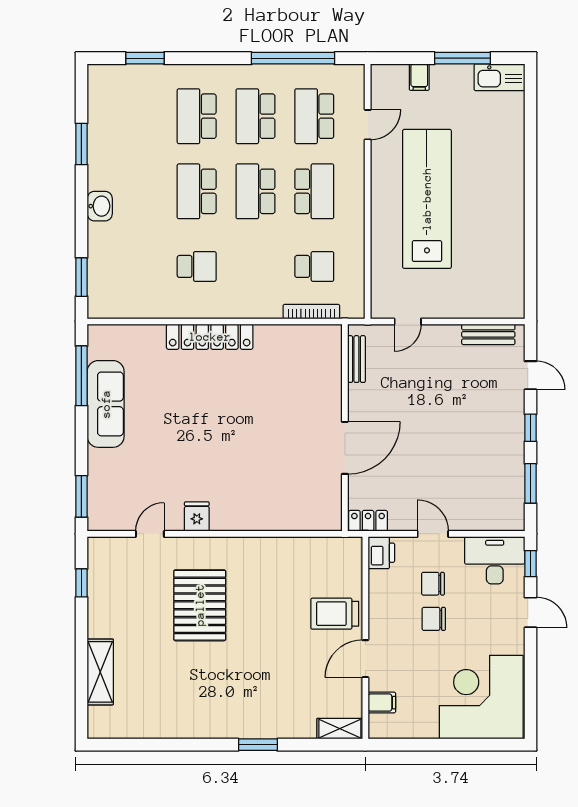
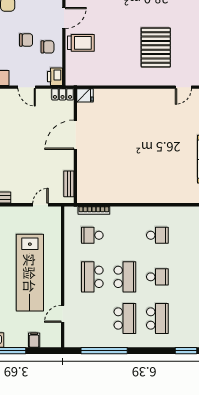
school desk: (314, 116) -> (92, 318), removed
school desk: (197, 191) -> (157, 277), width x0.54
school desk: (197, 266) -> (157, 235), turned 180
locker: (210, 337) -> (150, 196), removed
fridge: (197, 516) -> (85, 95), moved, turned -90
chair: (433, 584) -> (47, 47), moved

